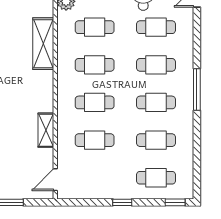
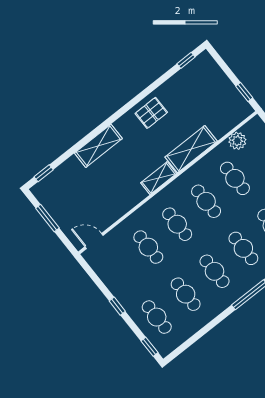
shelving: (46, 130) -> (159, 178), moved

